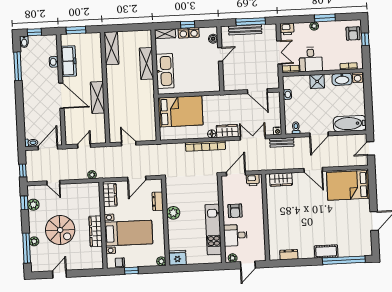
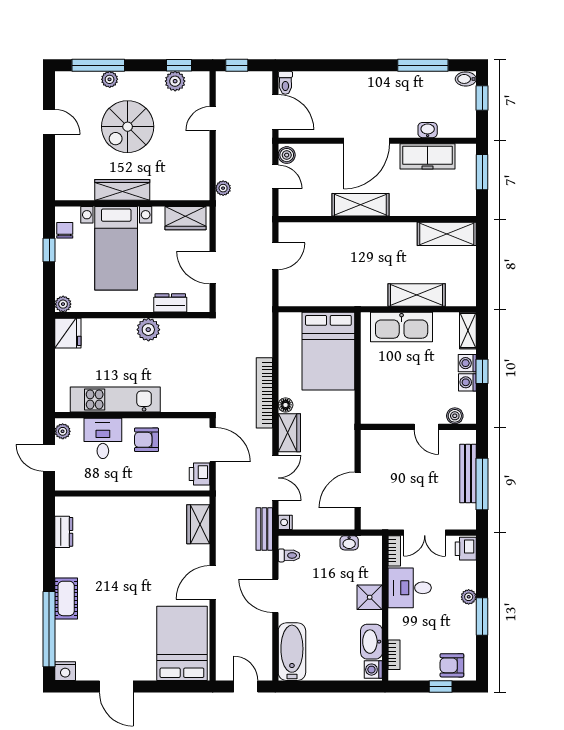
boiler: (72, 140) -> (287, 155), added
nightstand: (367, 250) -> (65, 671), added

